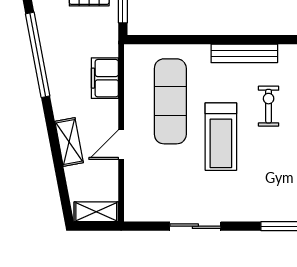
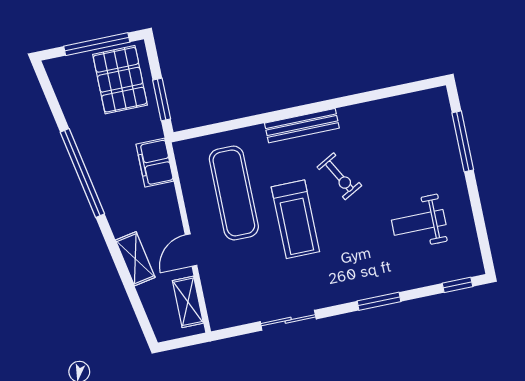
filing cabinet: (105, 78) -> (155, 163), moved
exercise bike: (269, 106) -> (339, 176), turned 151
shelving: (96, 212) -> (188, 302), moved, turned 90

